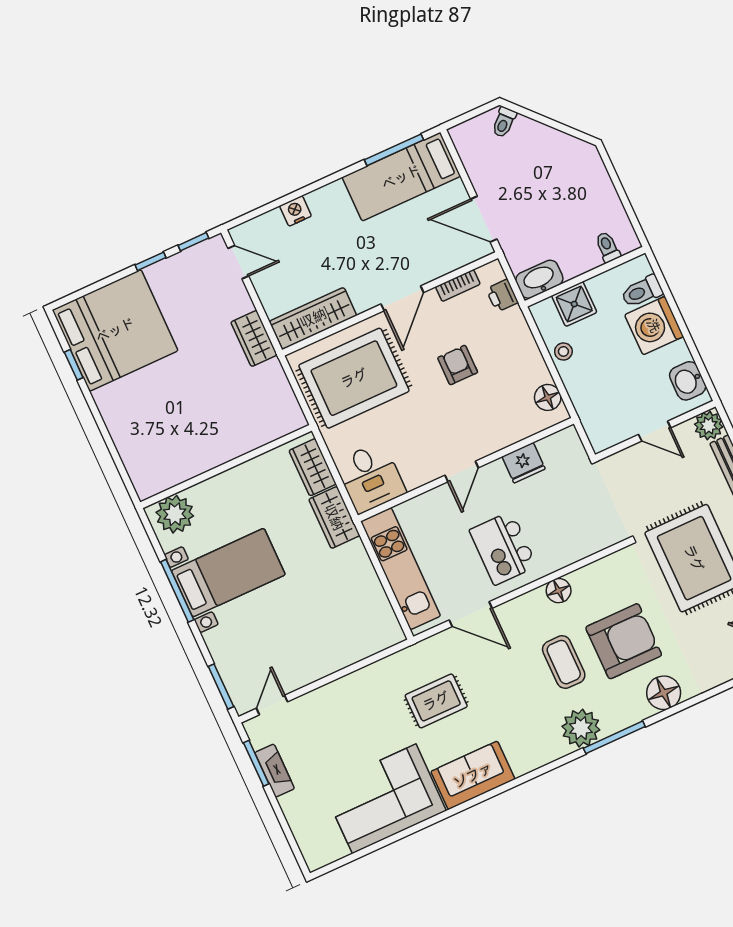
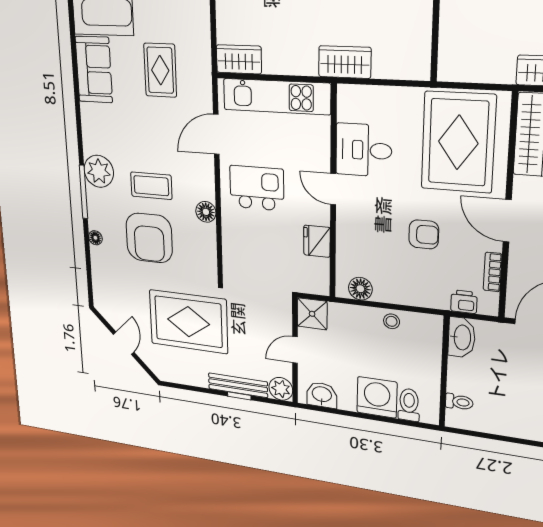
shower: (574, 304) -> (312, 314), moved
wardrobe: (313, 467) -> (239, 59), moved
desk: (370, 477) -> (364, 150), moved
floor lamp: (664, 693) -> (95, 238), width x0.53, depth x0.53

